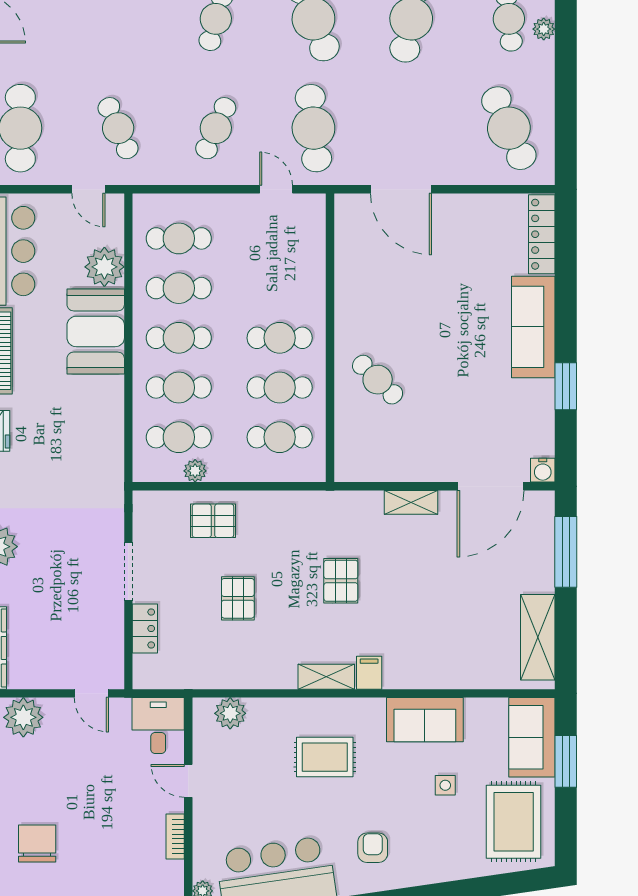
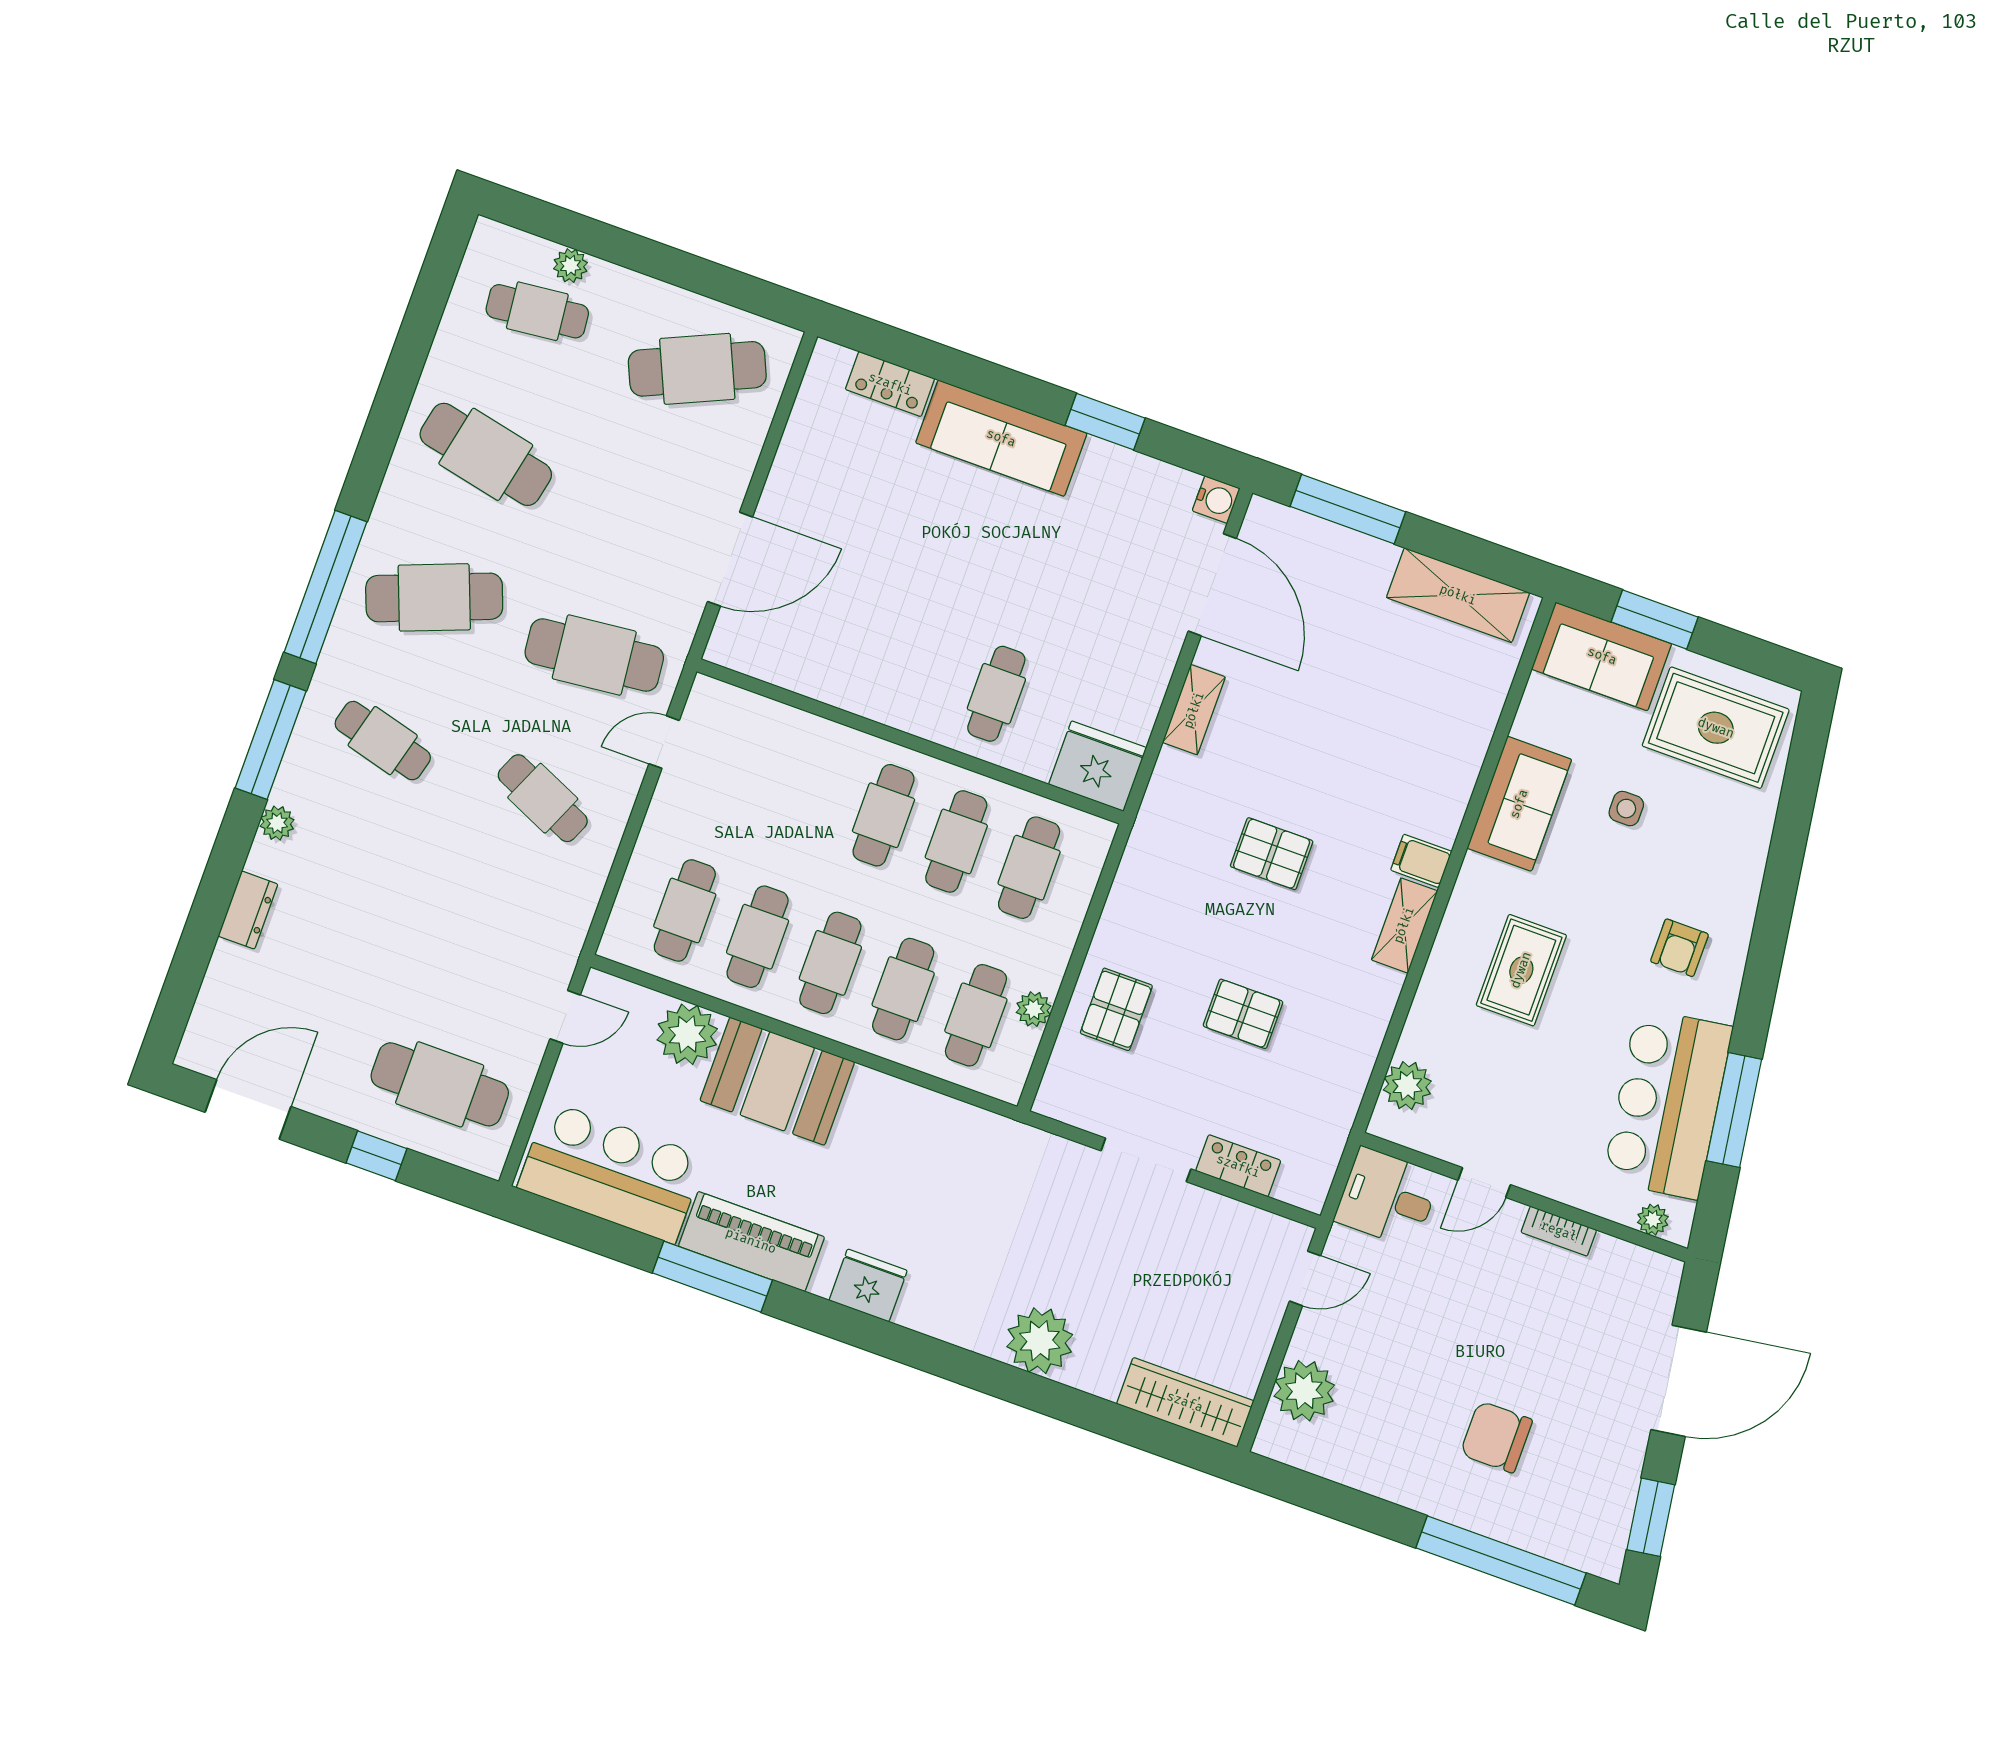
cafe table: (118, 128) -> (491, 941), removed
locker: (542, 234) -> (890, 384), width x0.66
cafe table: (378, 380) -> (996, 694), turned -44
fridge: (356, 456) -> (1098, 766), added
armchair: (373, 848) -> (1679, 948), turned -90

